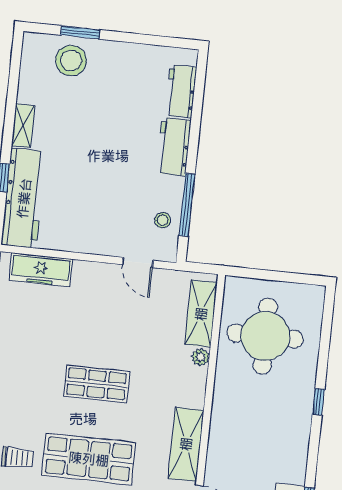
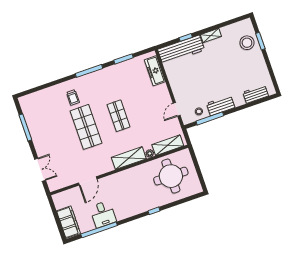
workbench: (174, 147) -> (221, 105), moved
shelving: (186, 444) -> (129, 158), moved

